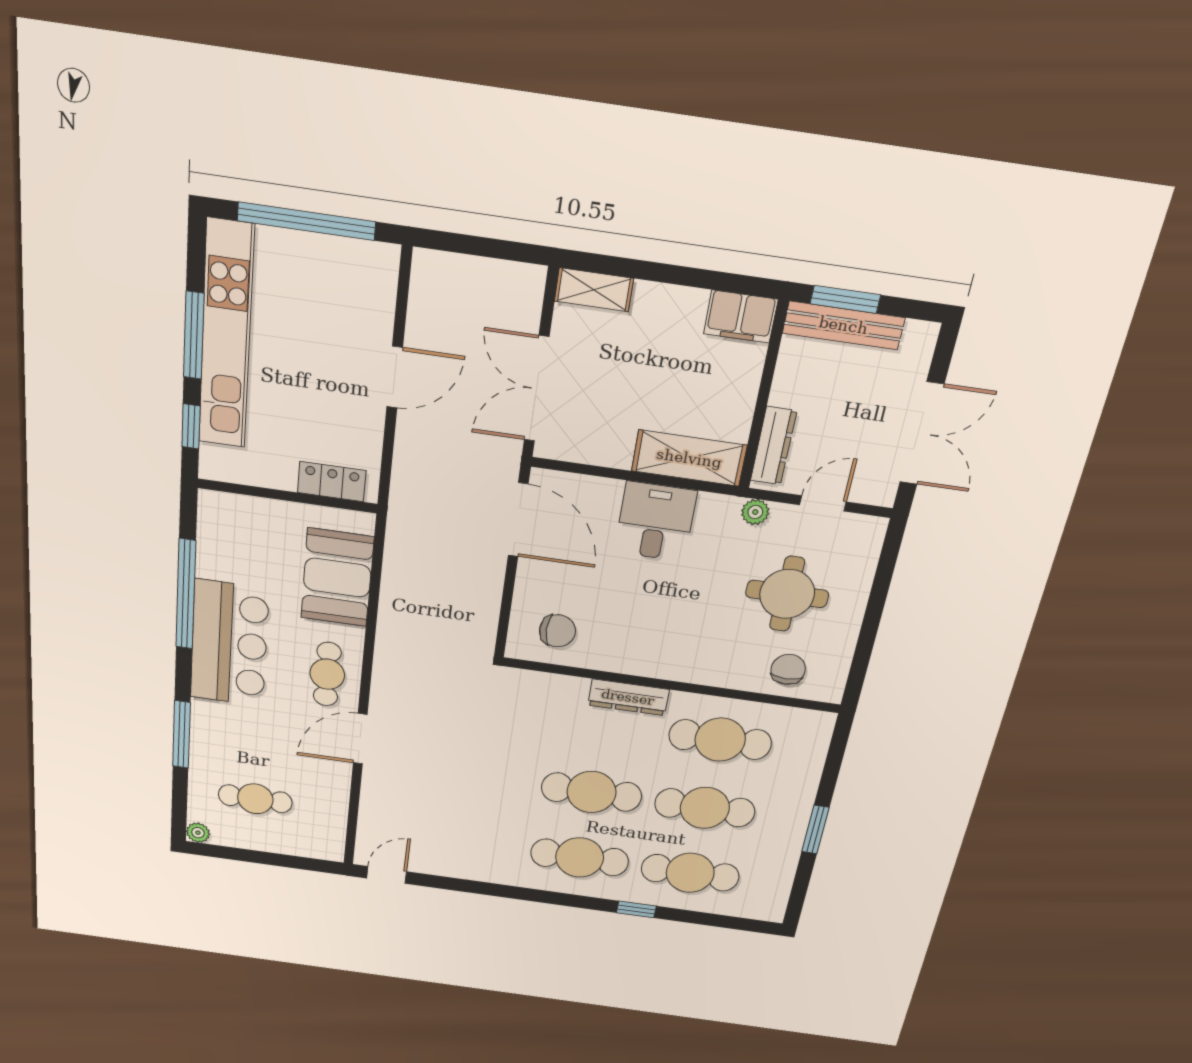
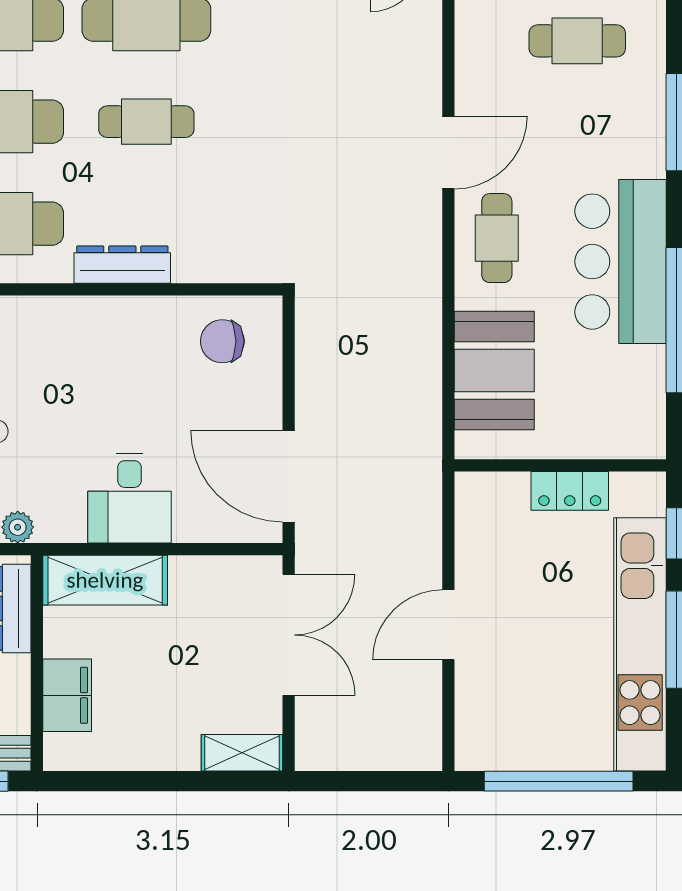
filing cabinet: (741, 317) -> (67, 695), moved, turned 90
locker: (332, 482) -> (570, 491), moved
cafe table: (592, 792) -> (146, 122), width x0.73, depth x0.74

